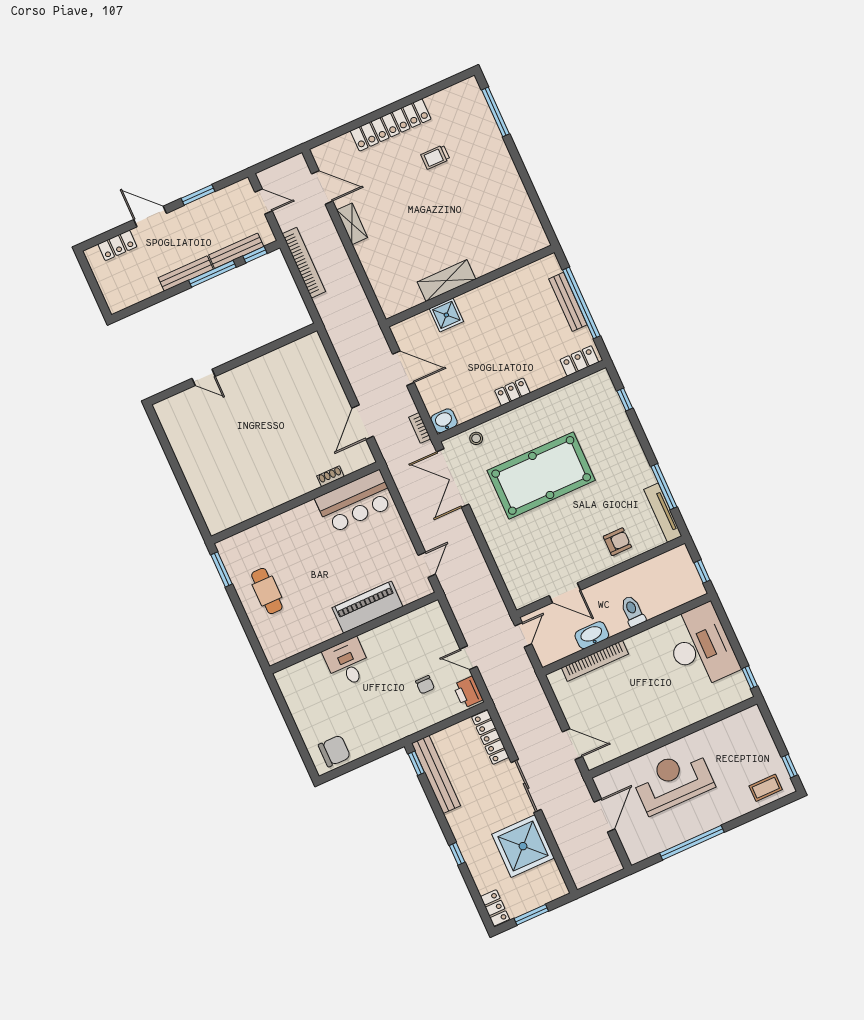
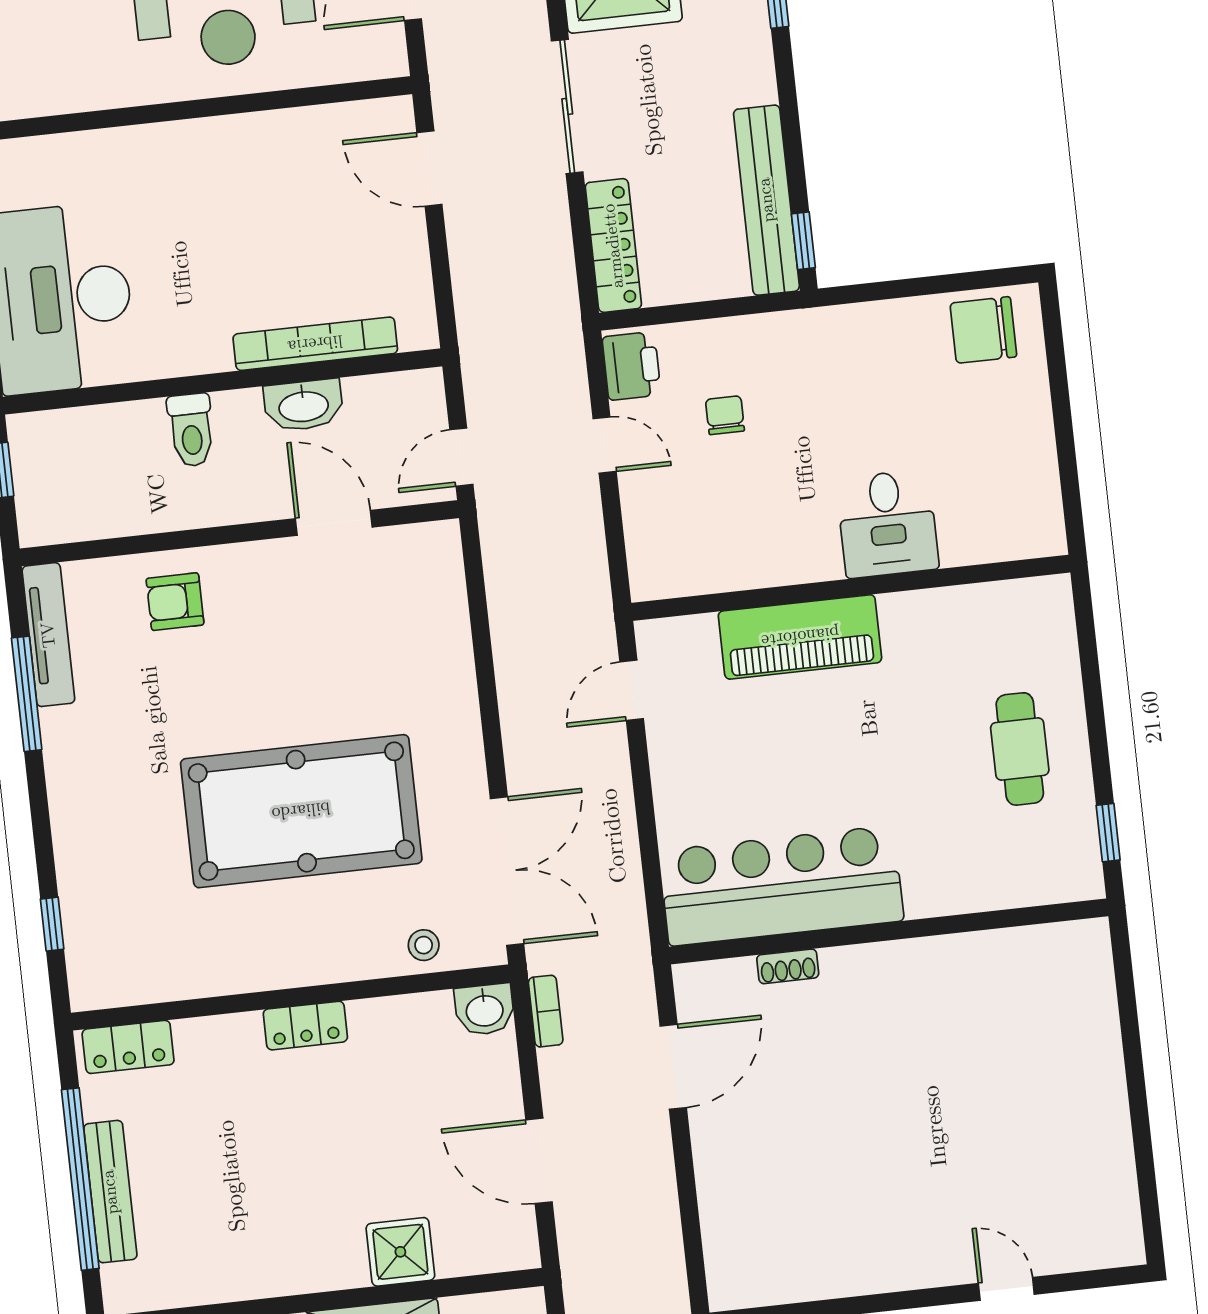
bar counter: (355, 502) -> (781, 886), width x1.36
window: (222, 569) -> (1108, 833), width x0.67

